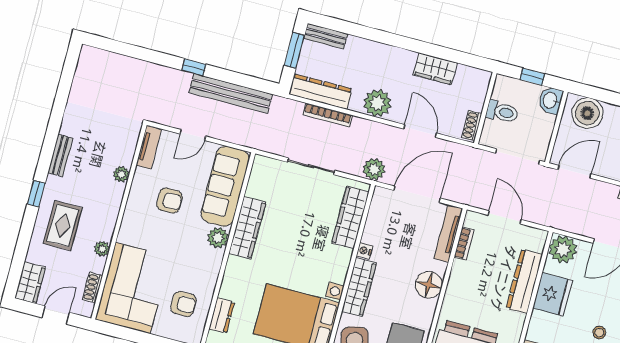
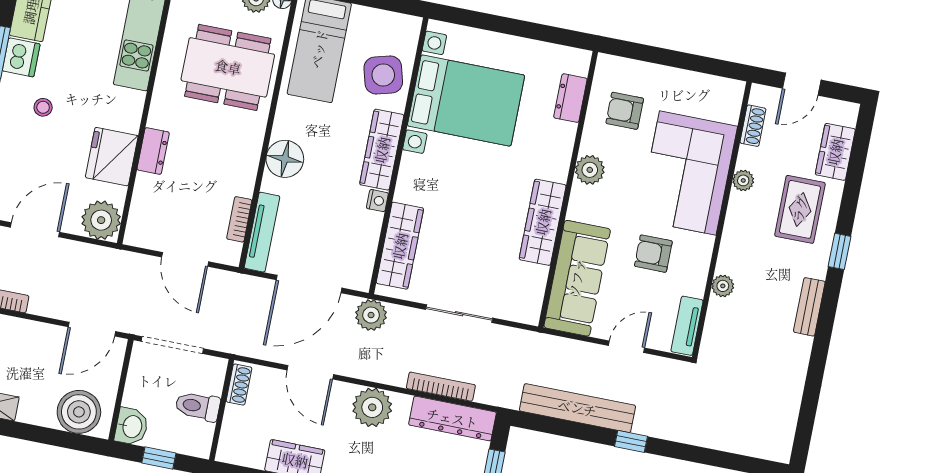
plant: (218, 238) -> (590, 170), moved
dresser: (524, 281) -> (153, 151), width x0.51, depth x0.80
wardrobe: (30, 283) -> (835, 152), moved
corner sofa: (133, 288) -> (688, 173), moved

